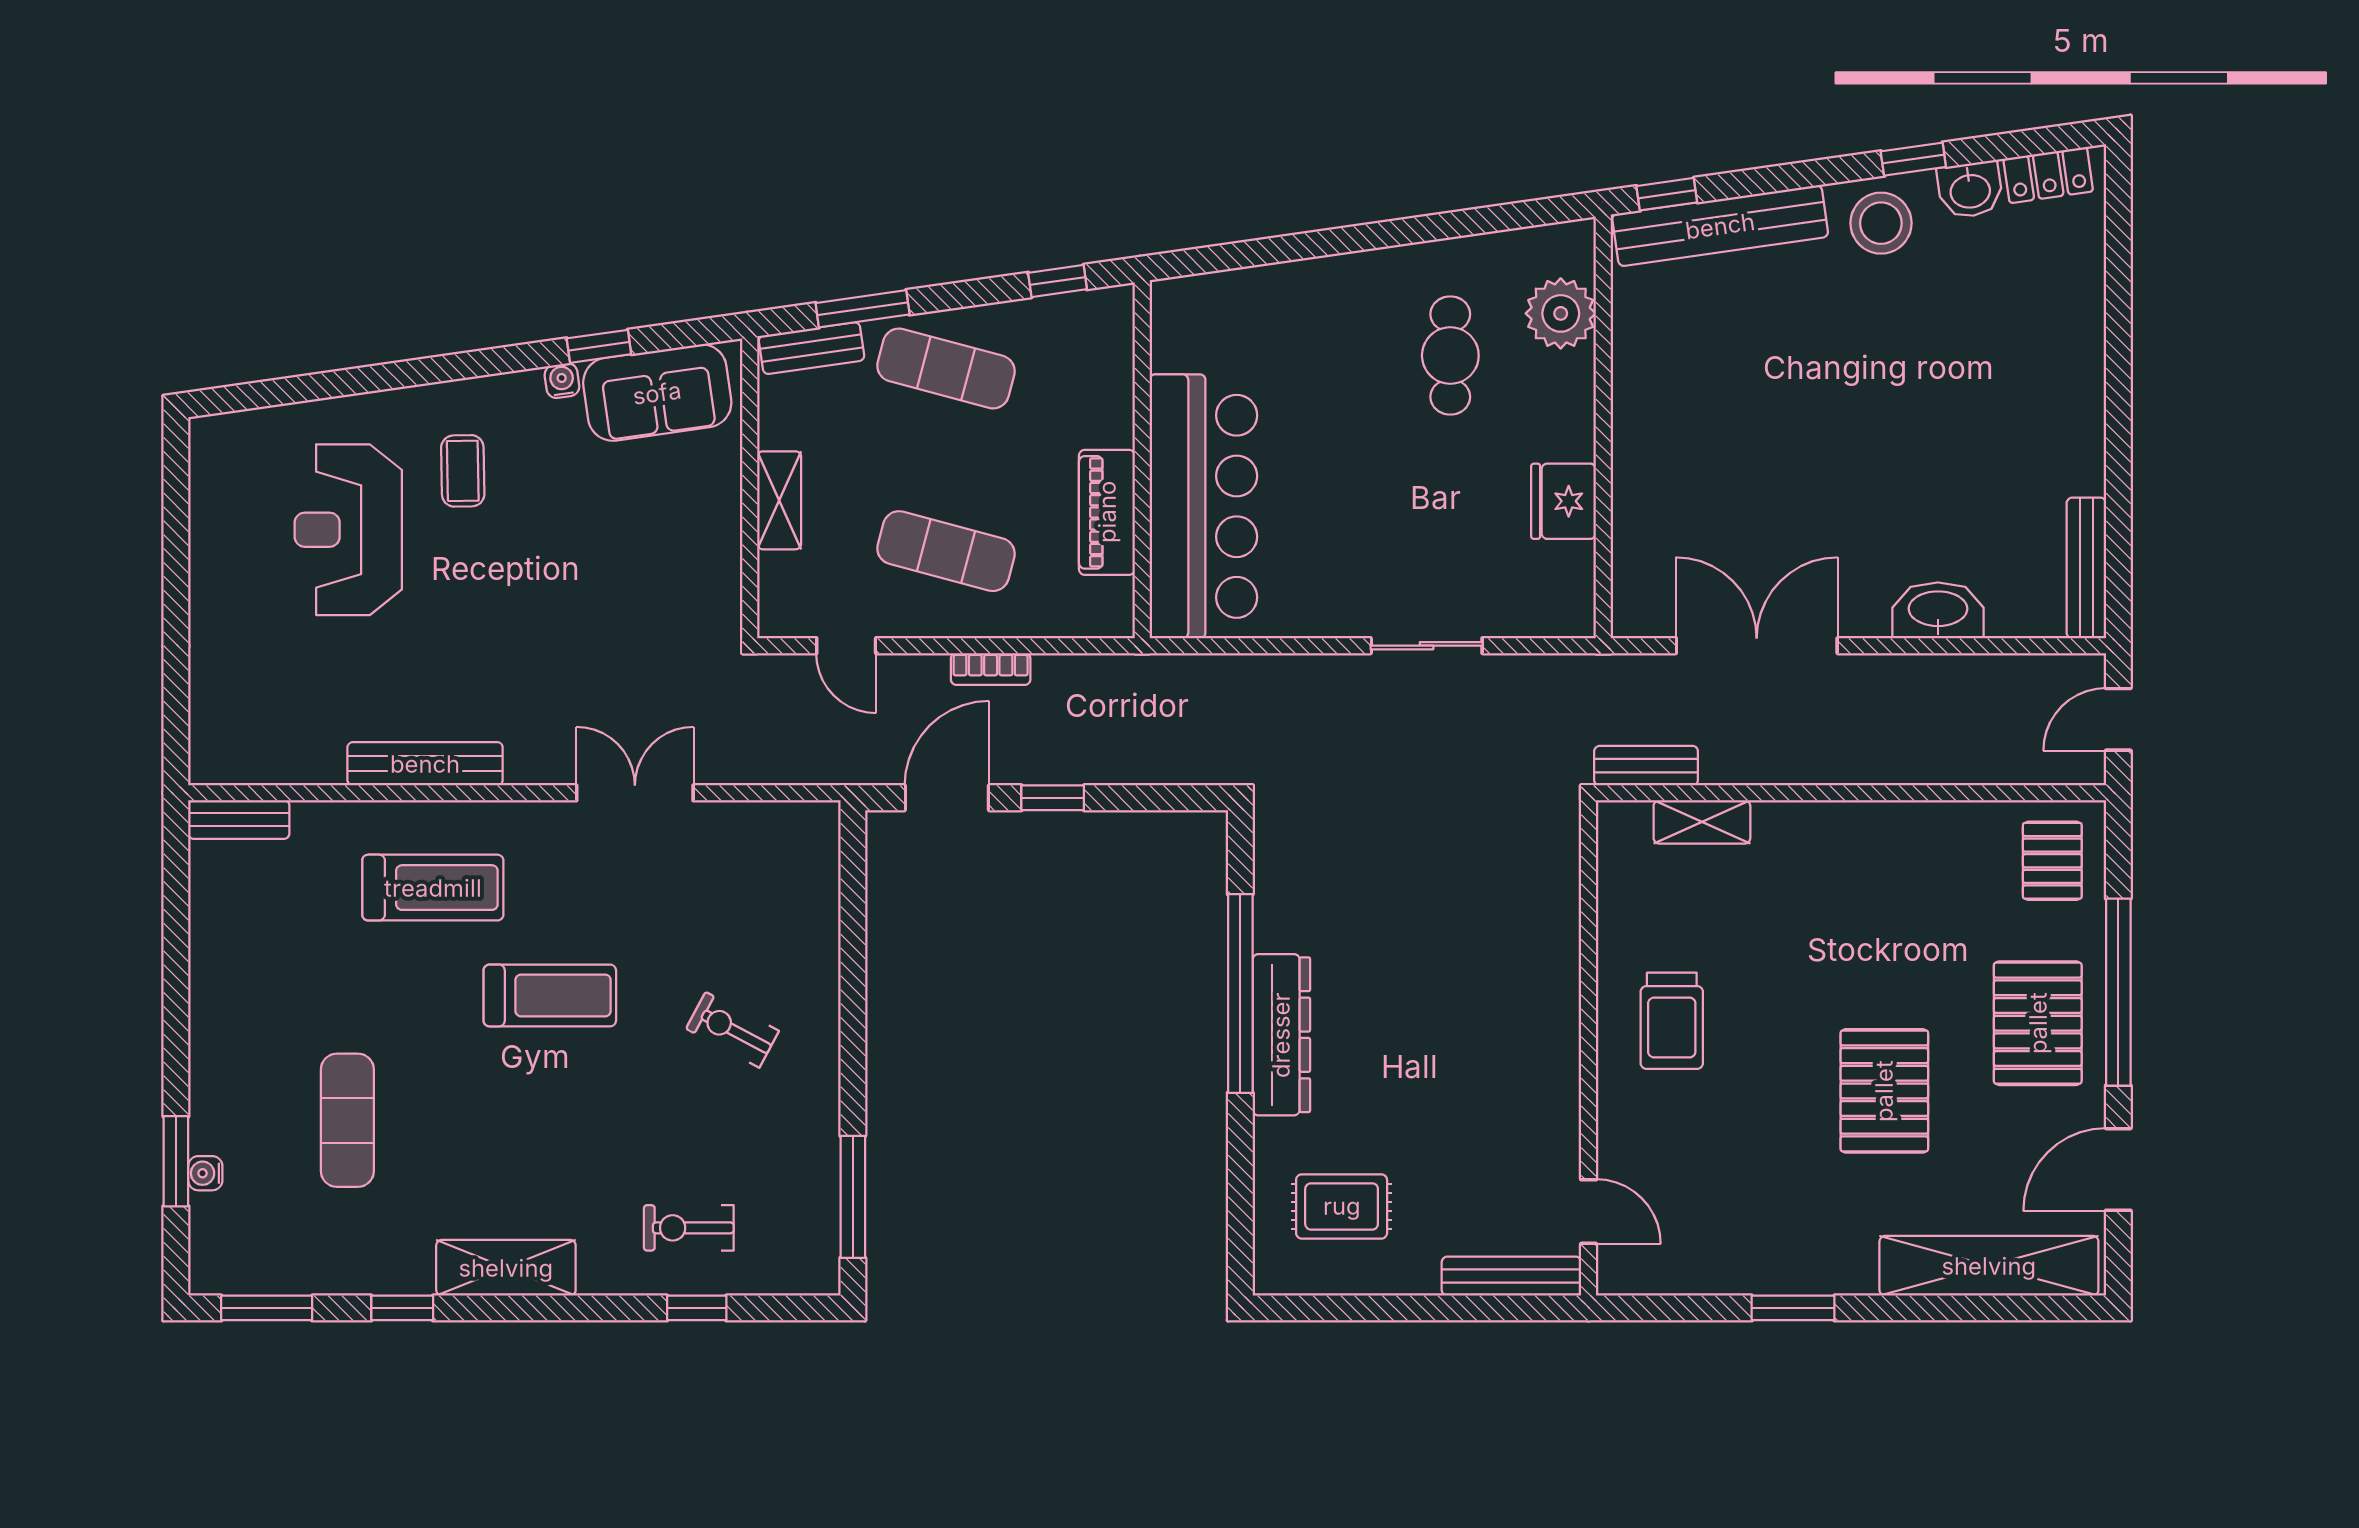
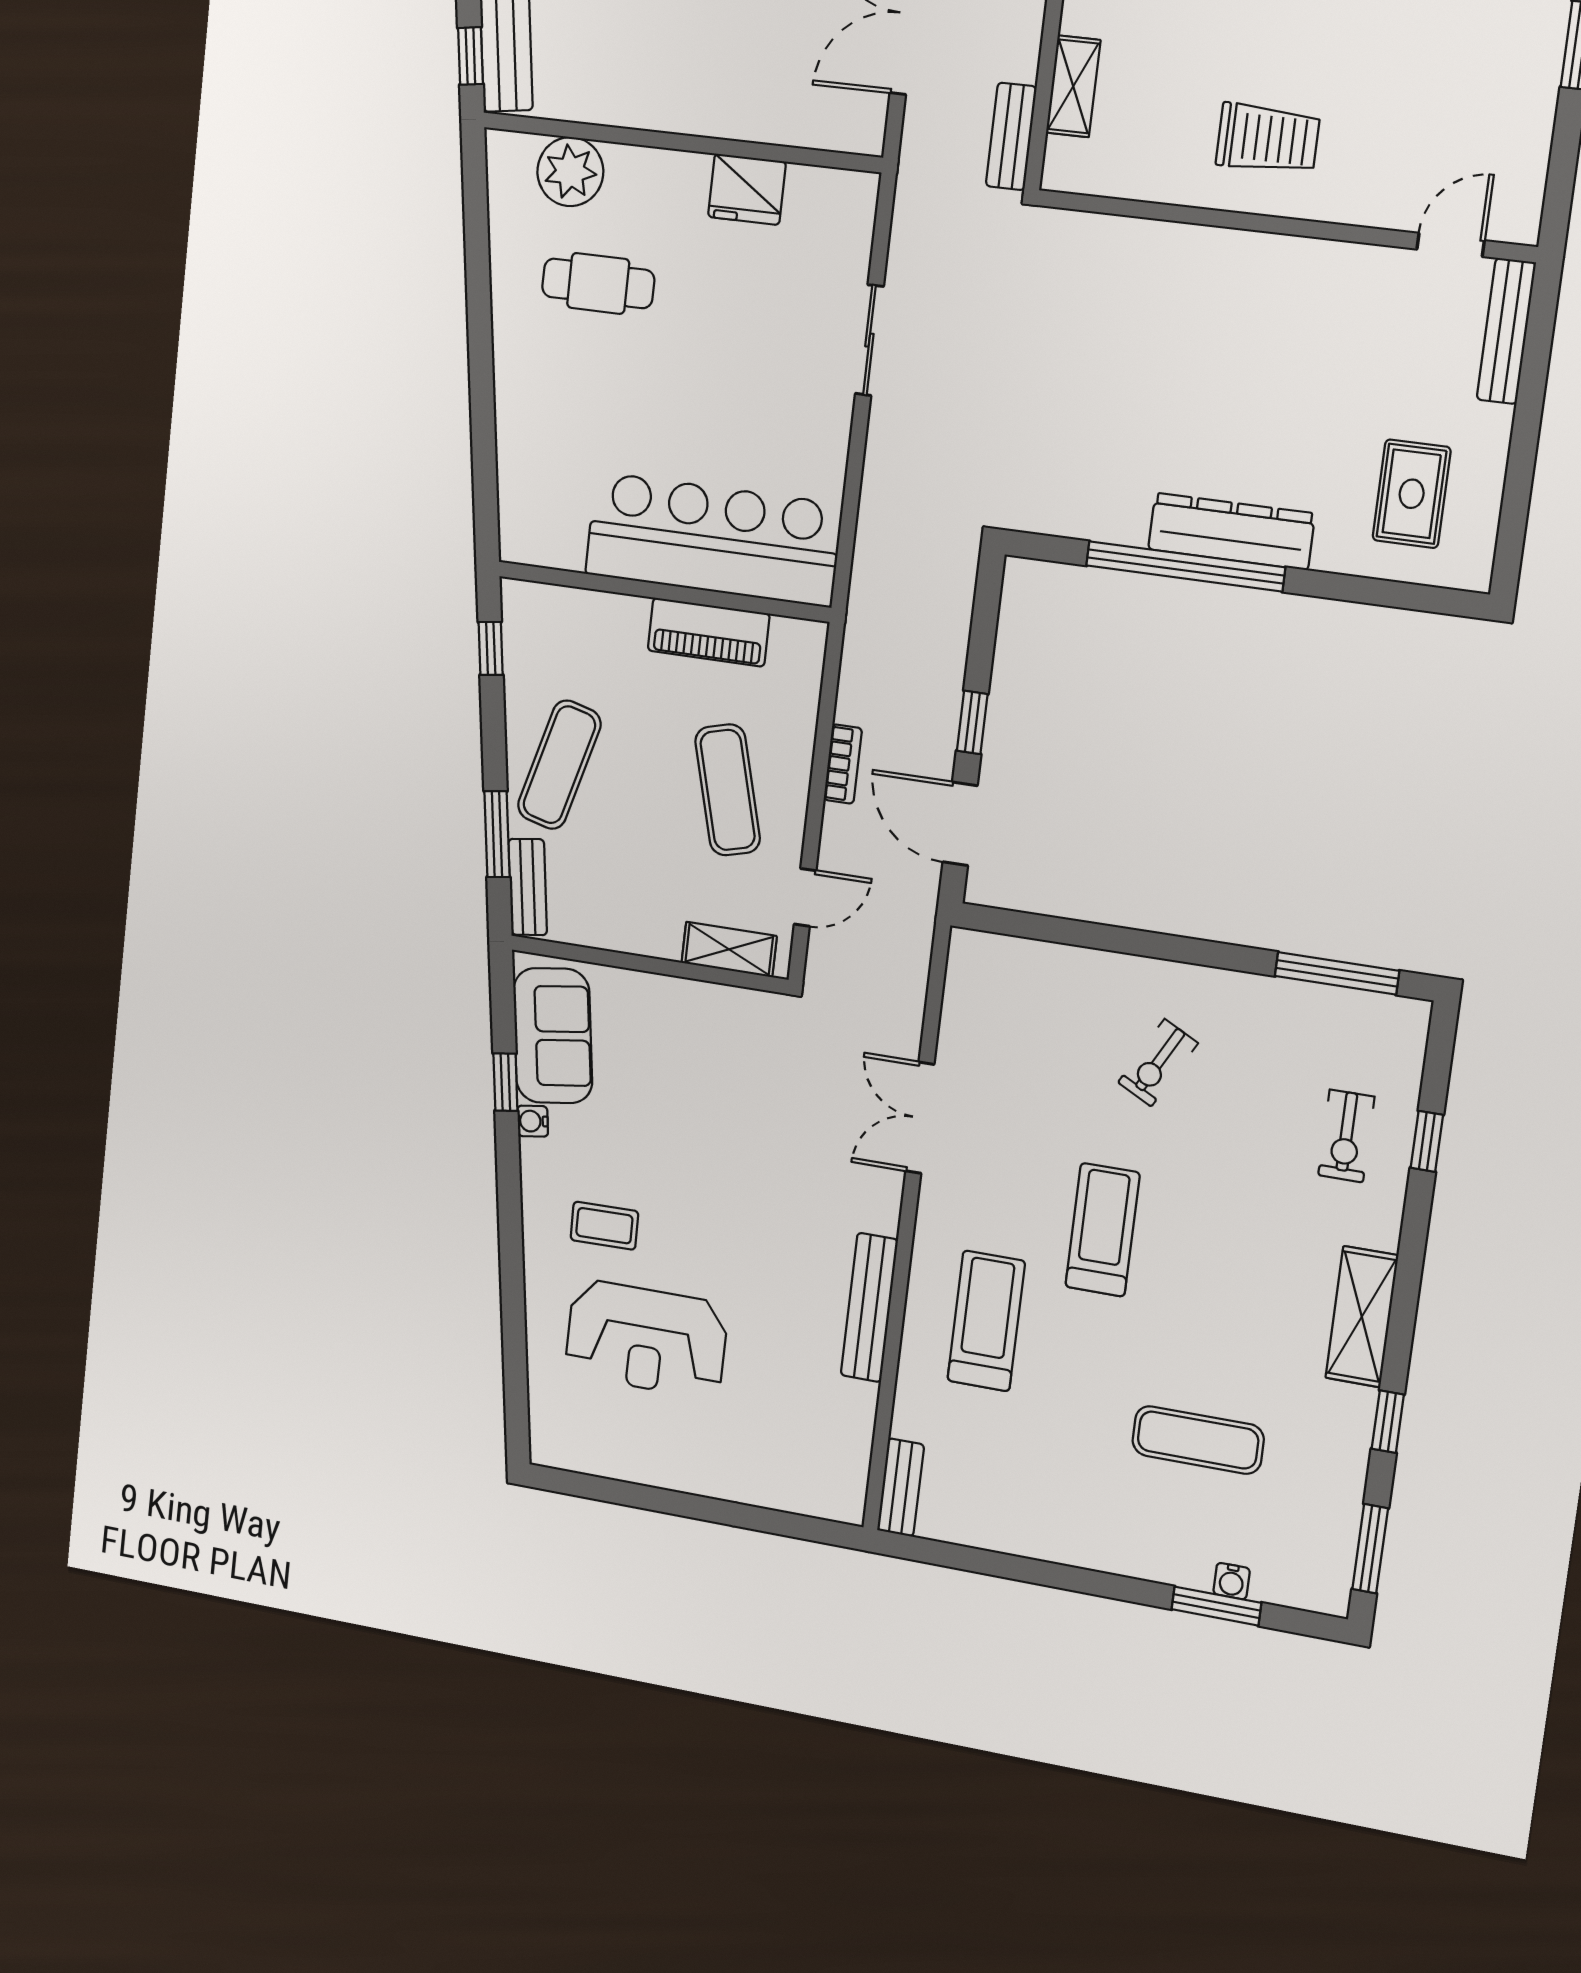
shelving: (779, 500) -> (729, 949), moved
exercise mat: (946, 551) -> (728, 790), turned -30

